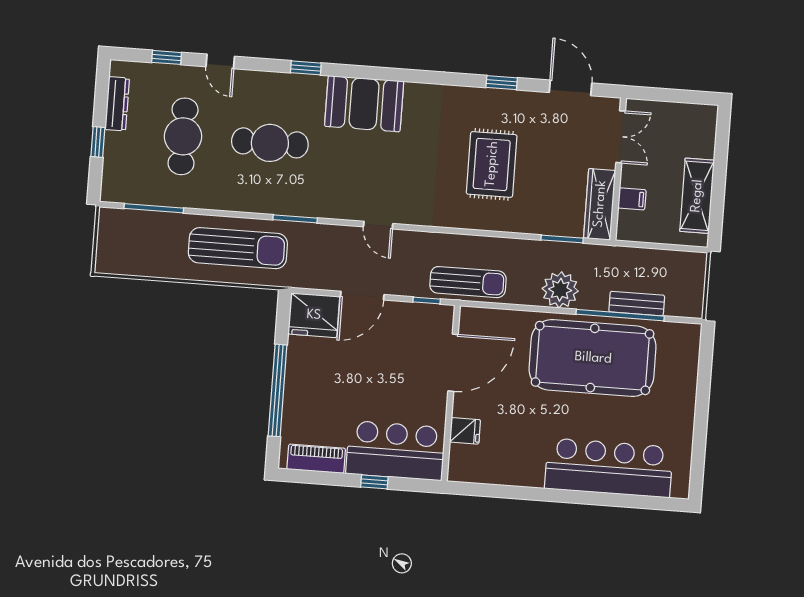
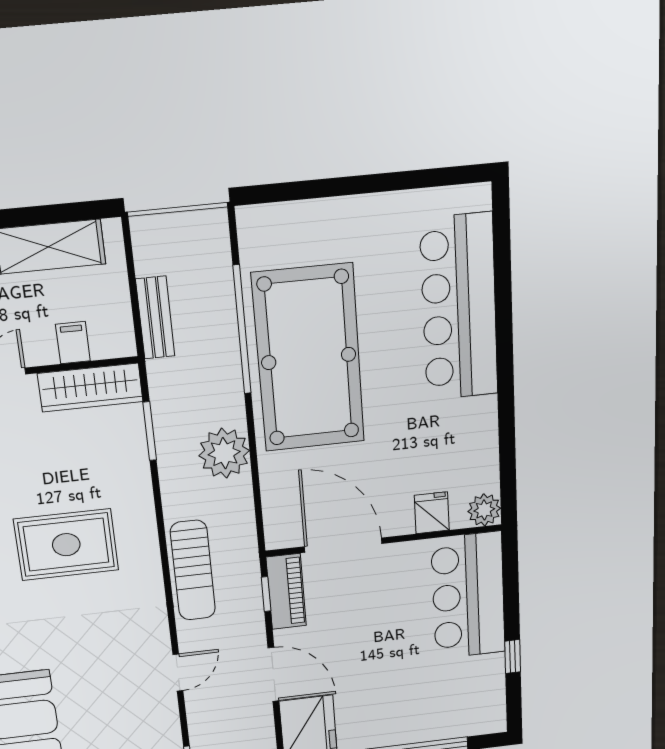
sun lounger: (468, 282) -> (193, 570), moved, turned 180
plant: (560, 290) -> (224, 453), moved
bench: (637, 304) -> (155, 318), moved
piano: (316, 459) -> (286, 592), moved, turned 180
plant: (460, 470) -> (484, 510), added
window: (374, 482) -> (513, 657), moved

